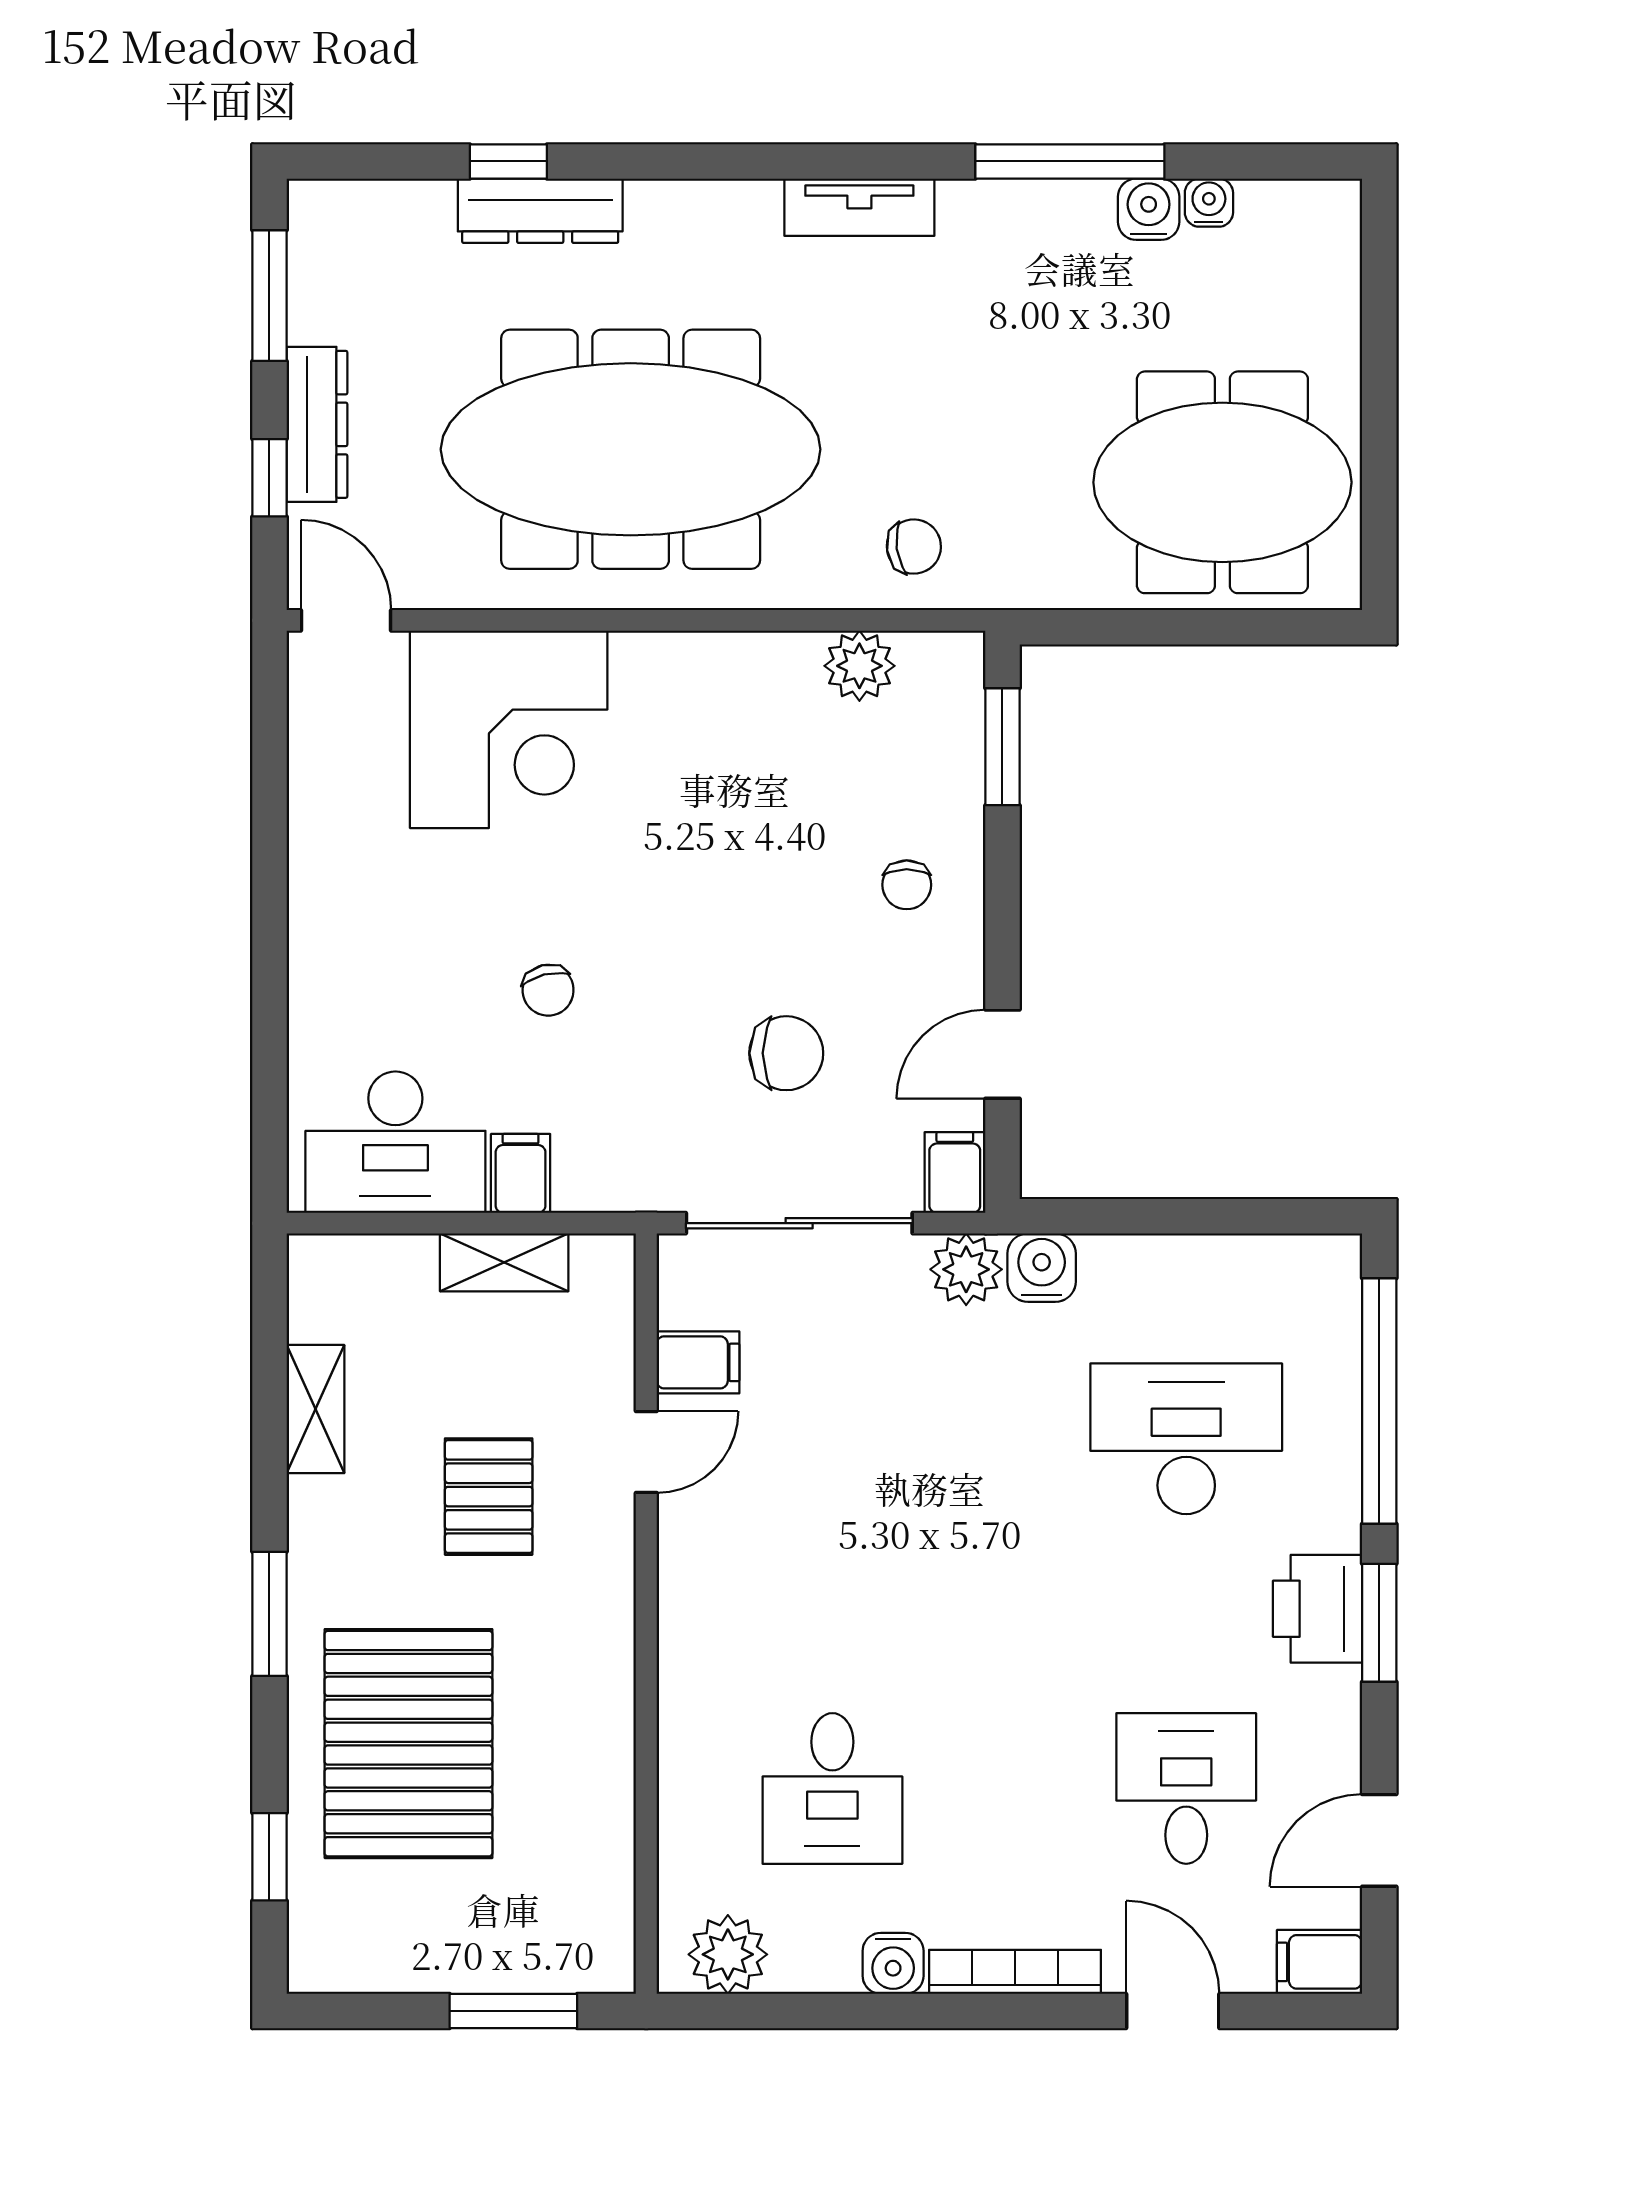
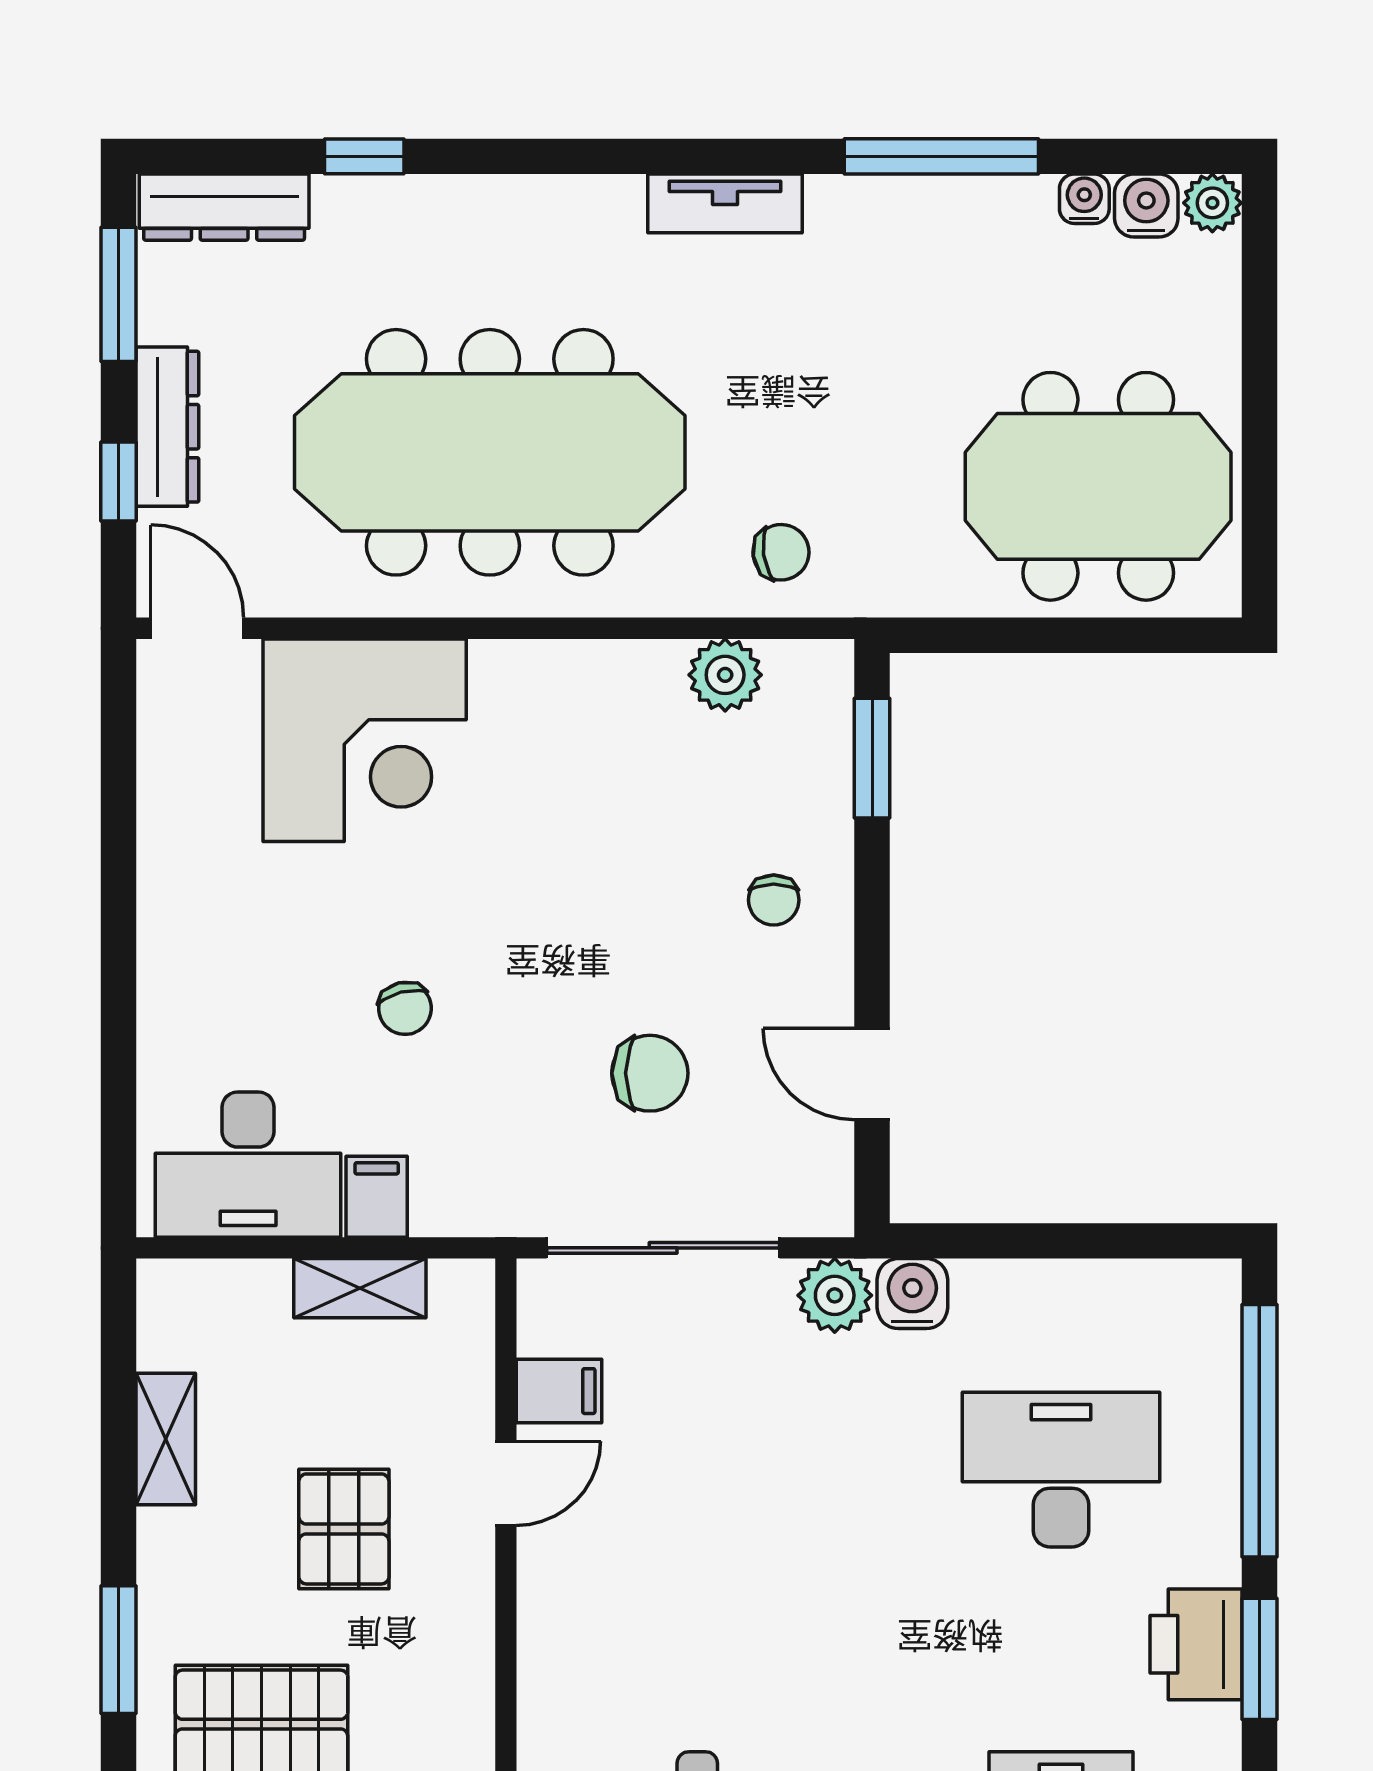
plant: (1333, 207) -> (1212, 203), added
water cooler: (1149, 209) -> (1146, 206), moved
dresser: (540, 211) -> (224, 207), moved
door: (1002, 1054) -> (872, 1074), hinge flipped
filing cabinet: (955, 1173) -> (823, 1196), removed

